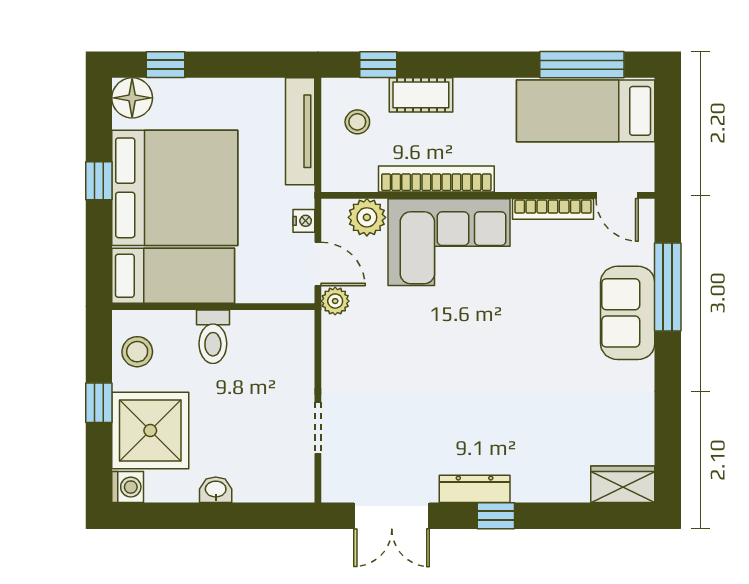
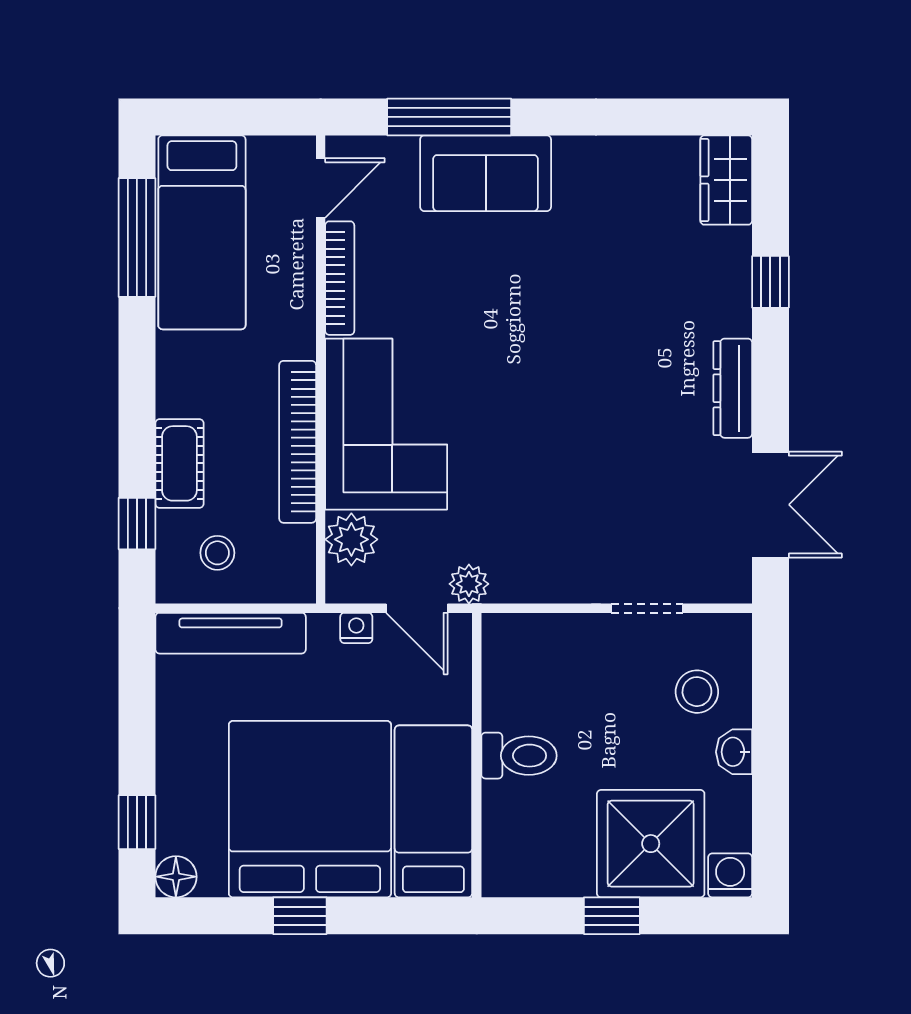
floor lamp: (132, 98) -> (176, 877), width x0.73, depth x0.73
door: (318, 264) -> (417, 608), swing flipped
stool: (137, 352) -> (697, 692), moved
window: (496, 516) -> (770, 282), moved

